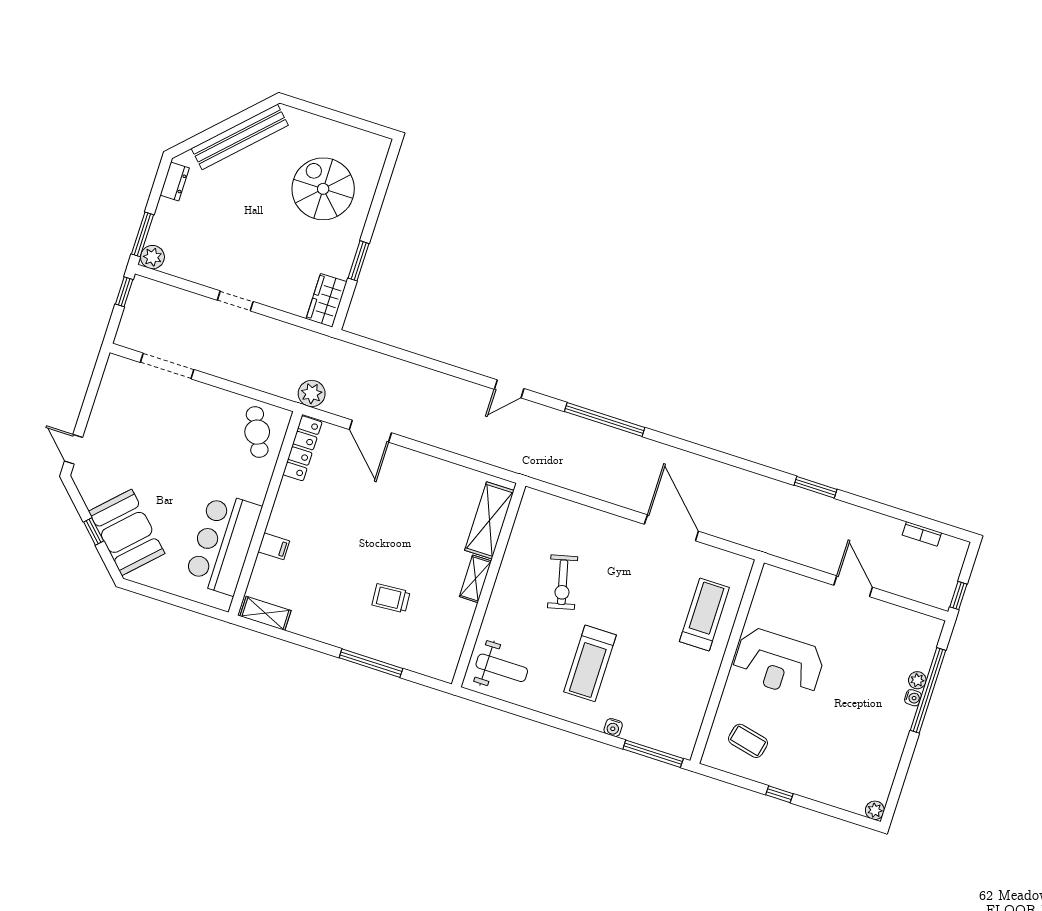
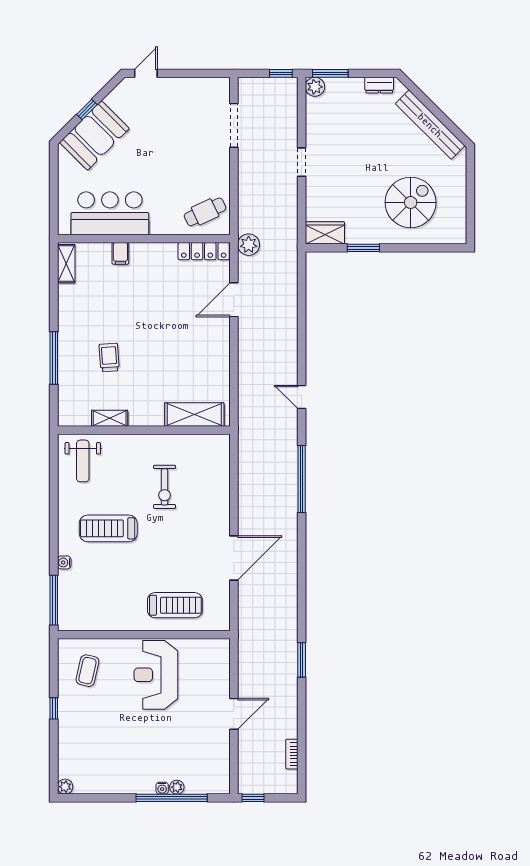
shelving: (475, 579) -> (110, 418), moved
exercise bike: (563, 582) -> (165, 487), turned -76

